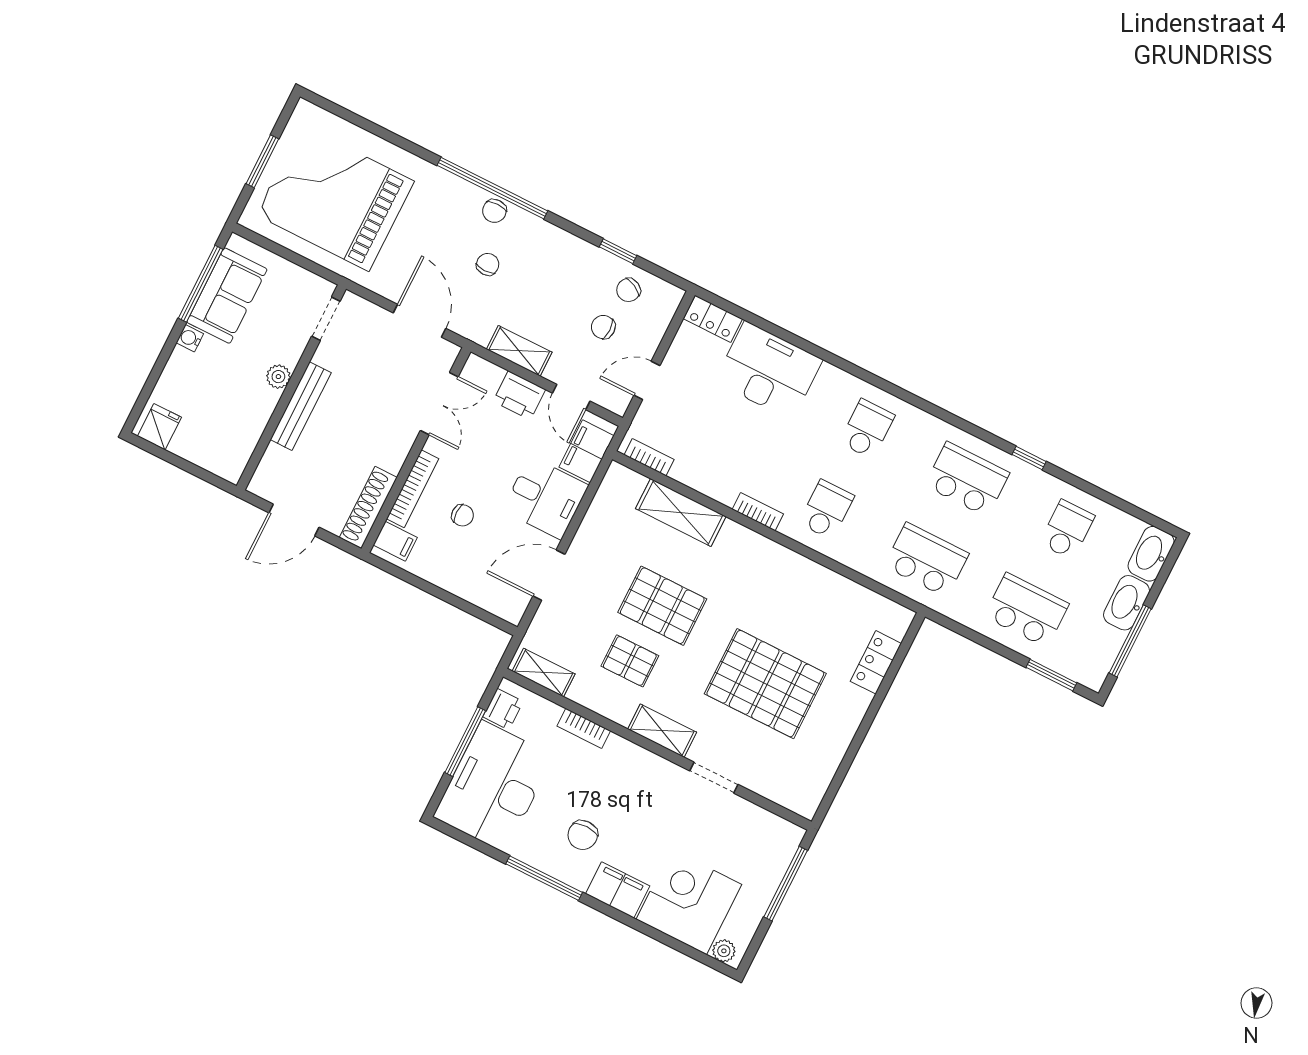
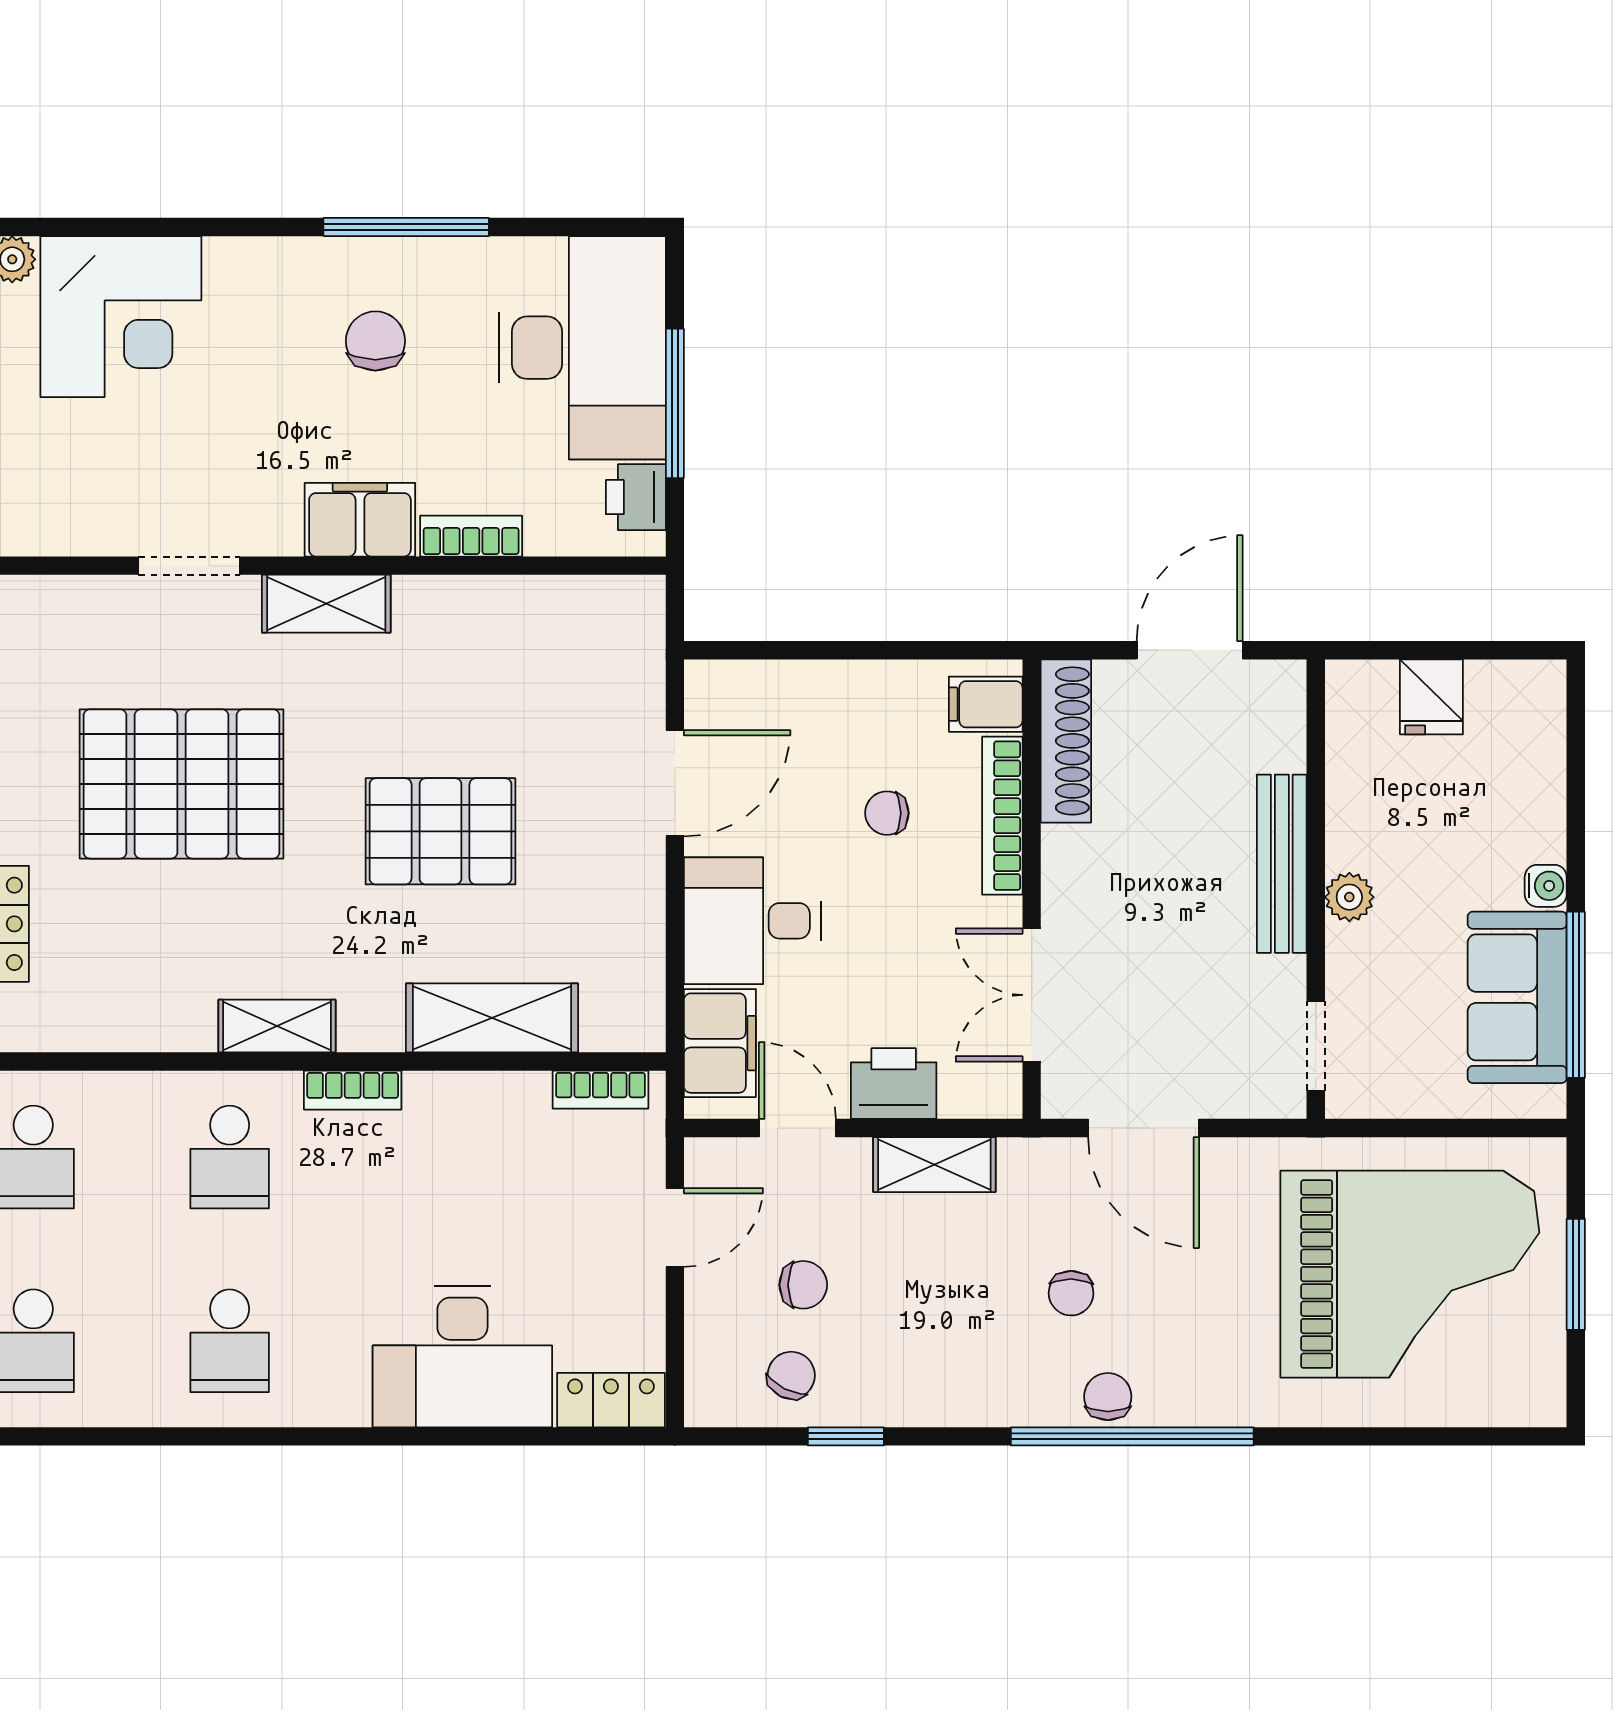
fridge: (159, 427) -> (1431, 697), moved
pallet: (630, 661) -> (449, 701), removed
shelving: (544, 673) -> (277, 1026), moved
filing cabinet: (618, 890) -> (360, 520), moved, turned 180

